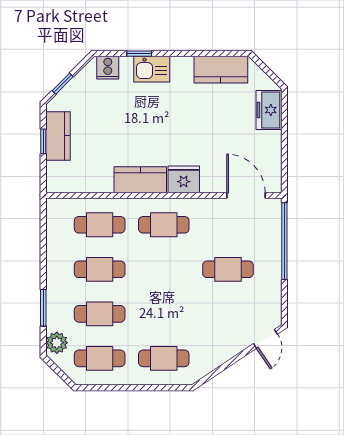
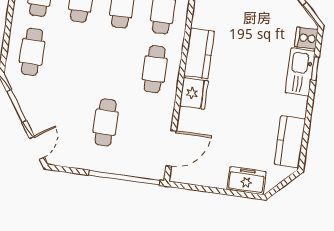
kitchen sink: (152, 69) -> (300, 72), width x1.38
door: (265, 339) -> (37, 148), swing flipped
window: (224, 367) -> (17, 106), added

